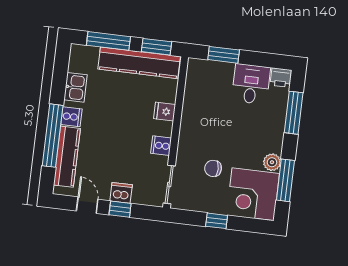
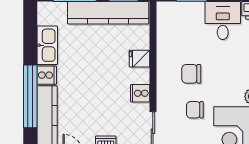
kitchen sink: (75, 87) -> (47, 45), width x1.38
chair: (214, 133) -> (191, 74), added

